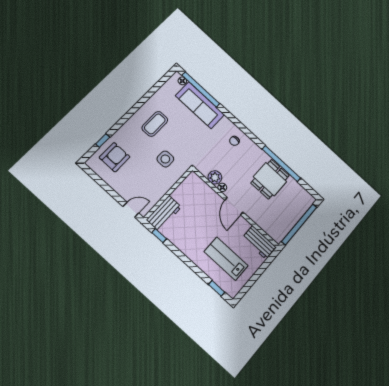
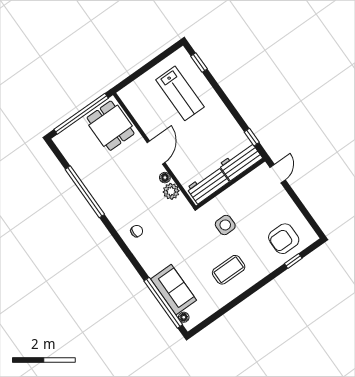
sofa: (200, 105) -> (174, 290), width x0.73
dining table: (270, 179) -> (111, 126), moved, turned 90
door: (131, 210) -> (278, 174), swing flipped
workbench: (259, 242) -> (208, 185), moved, turned -90

